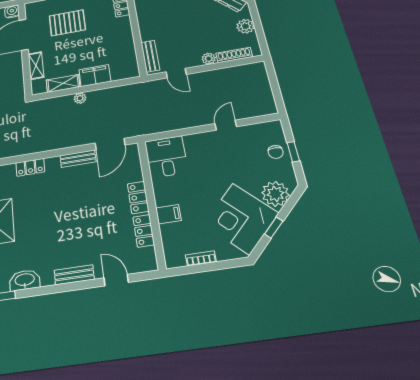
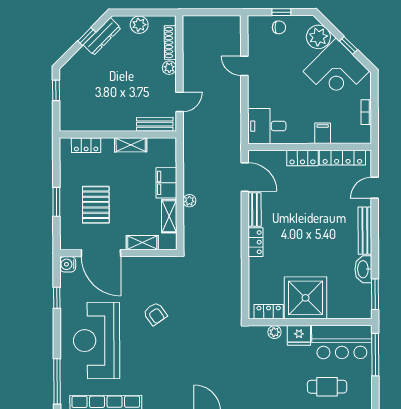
shelving: (127, 40) -> (131, 145), added
locker: (30, 167) -> (256, 242), moved
locker: (144, 231) -> (342, 158), width x1.53
bench: (74, 275) -> (365, 231), width x1.36

